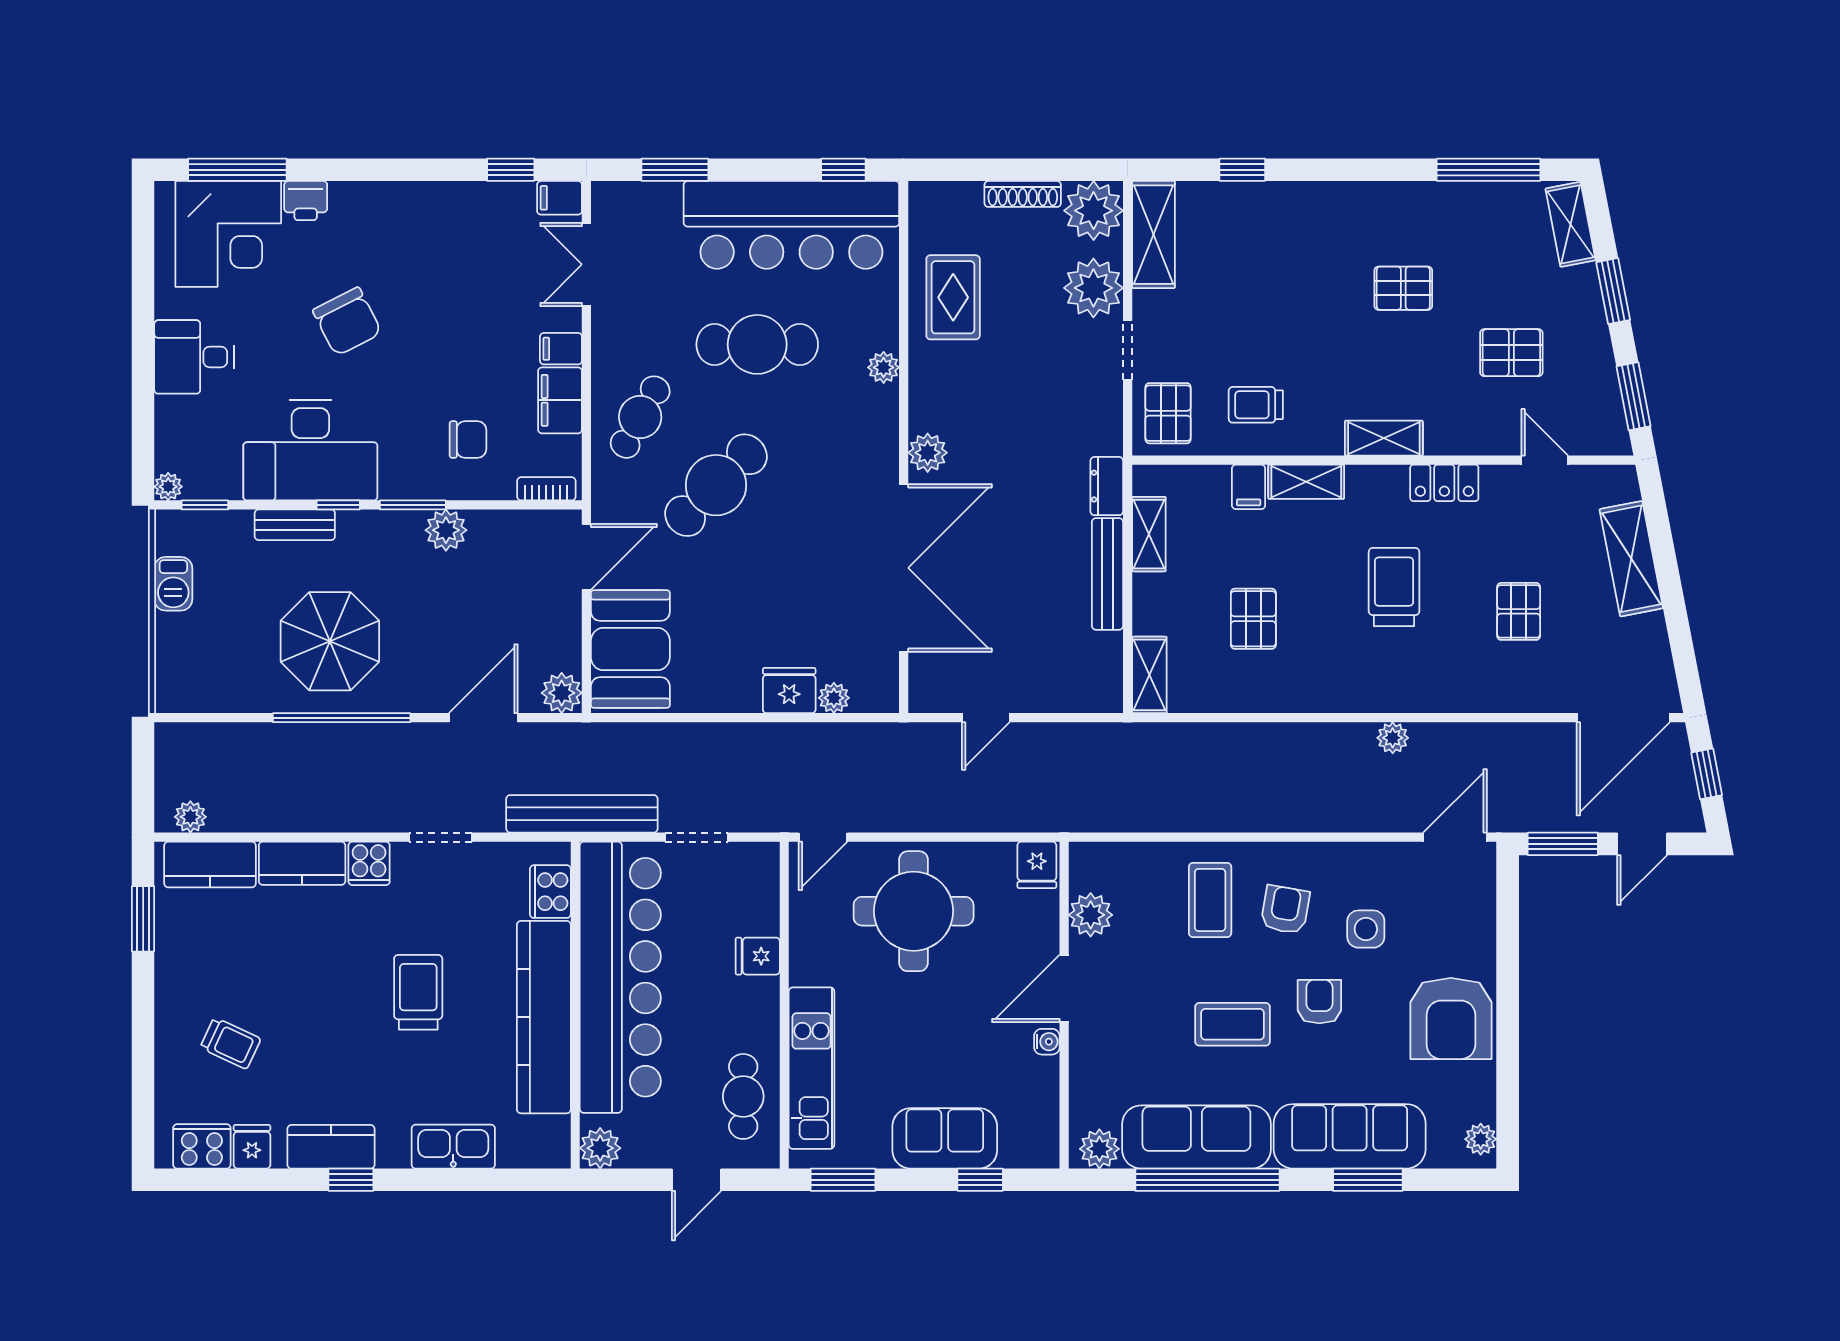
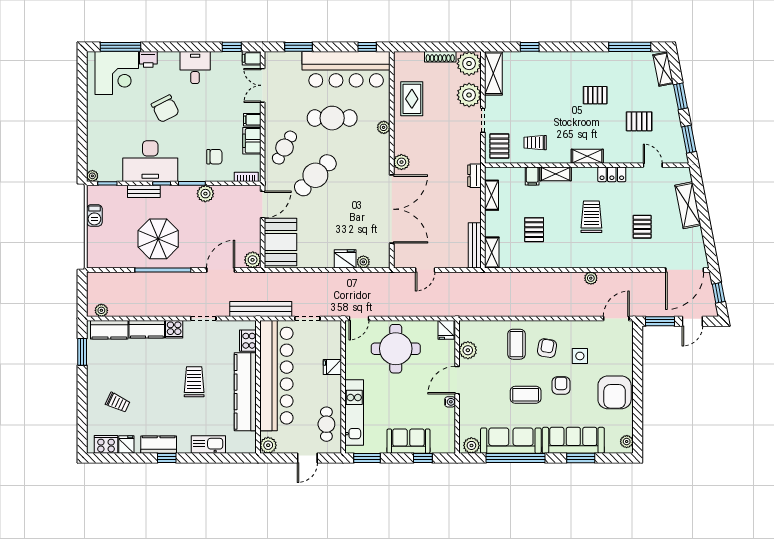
desk: (194, 357) -> (195, 68), moved, turned 90
bench: (1108, 574) -> (475, 245), moved

